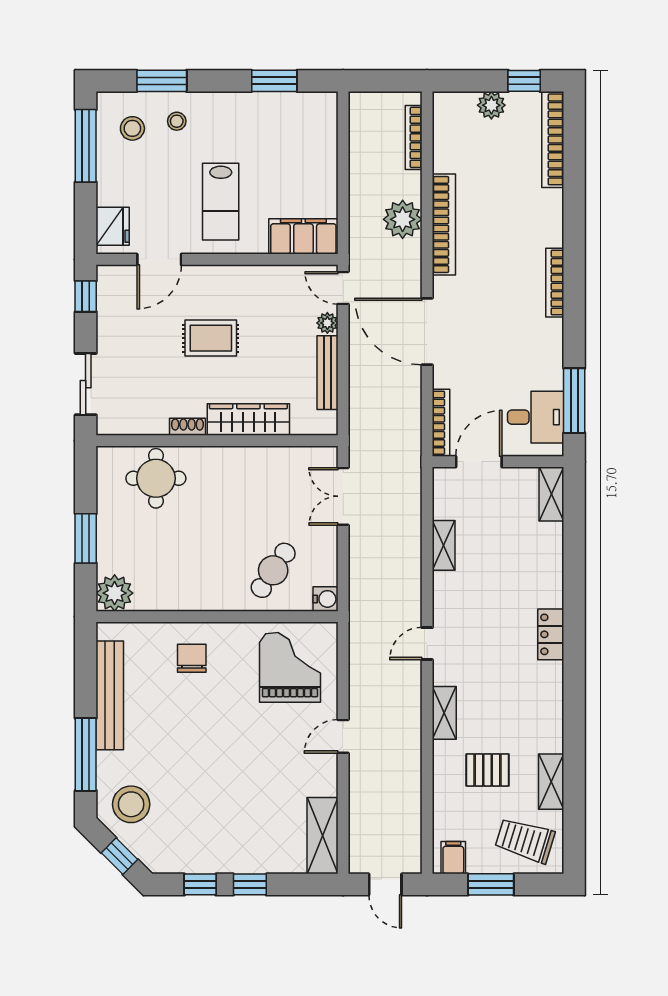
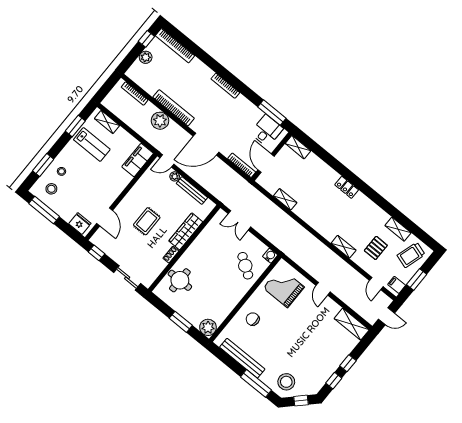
shelving: (326, 130) -> (107, 122), added
lab bench: (221, 202) -> (92, 145), moved
door: (427, 644) -> (376, 283), moved

